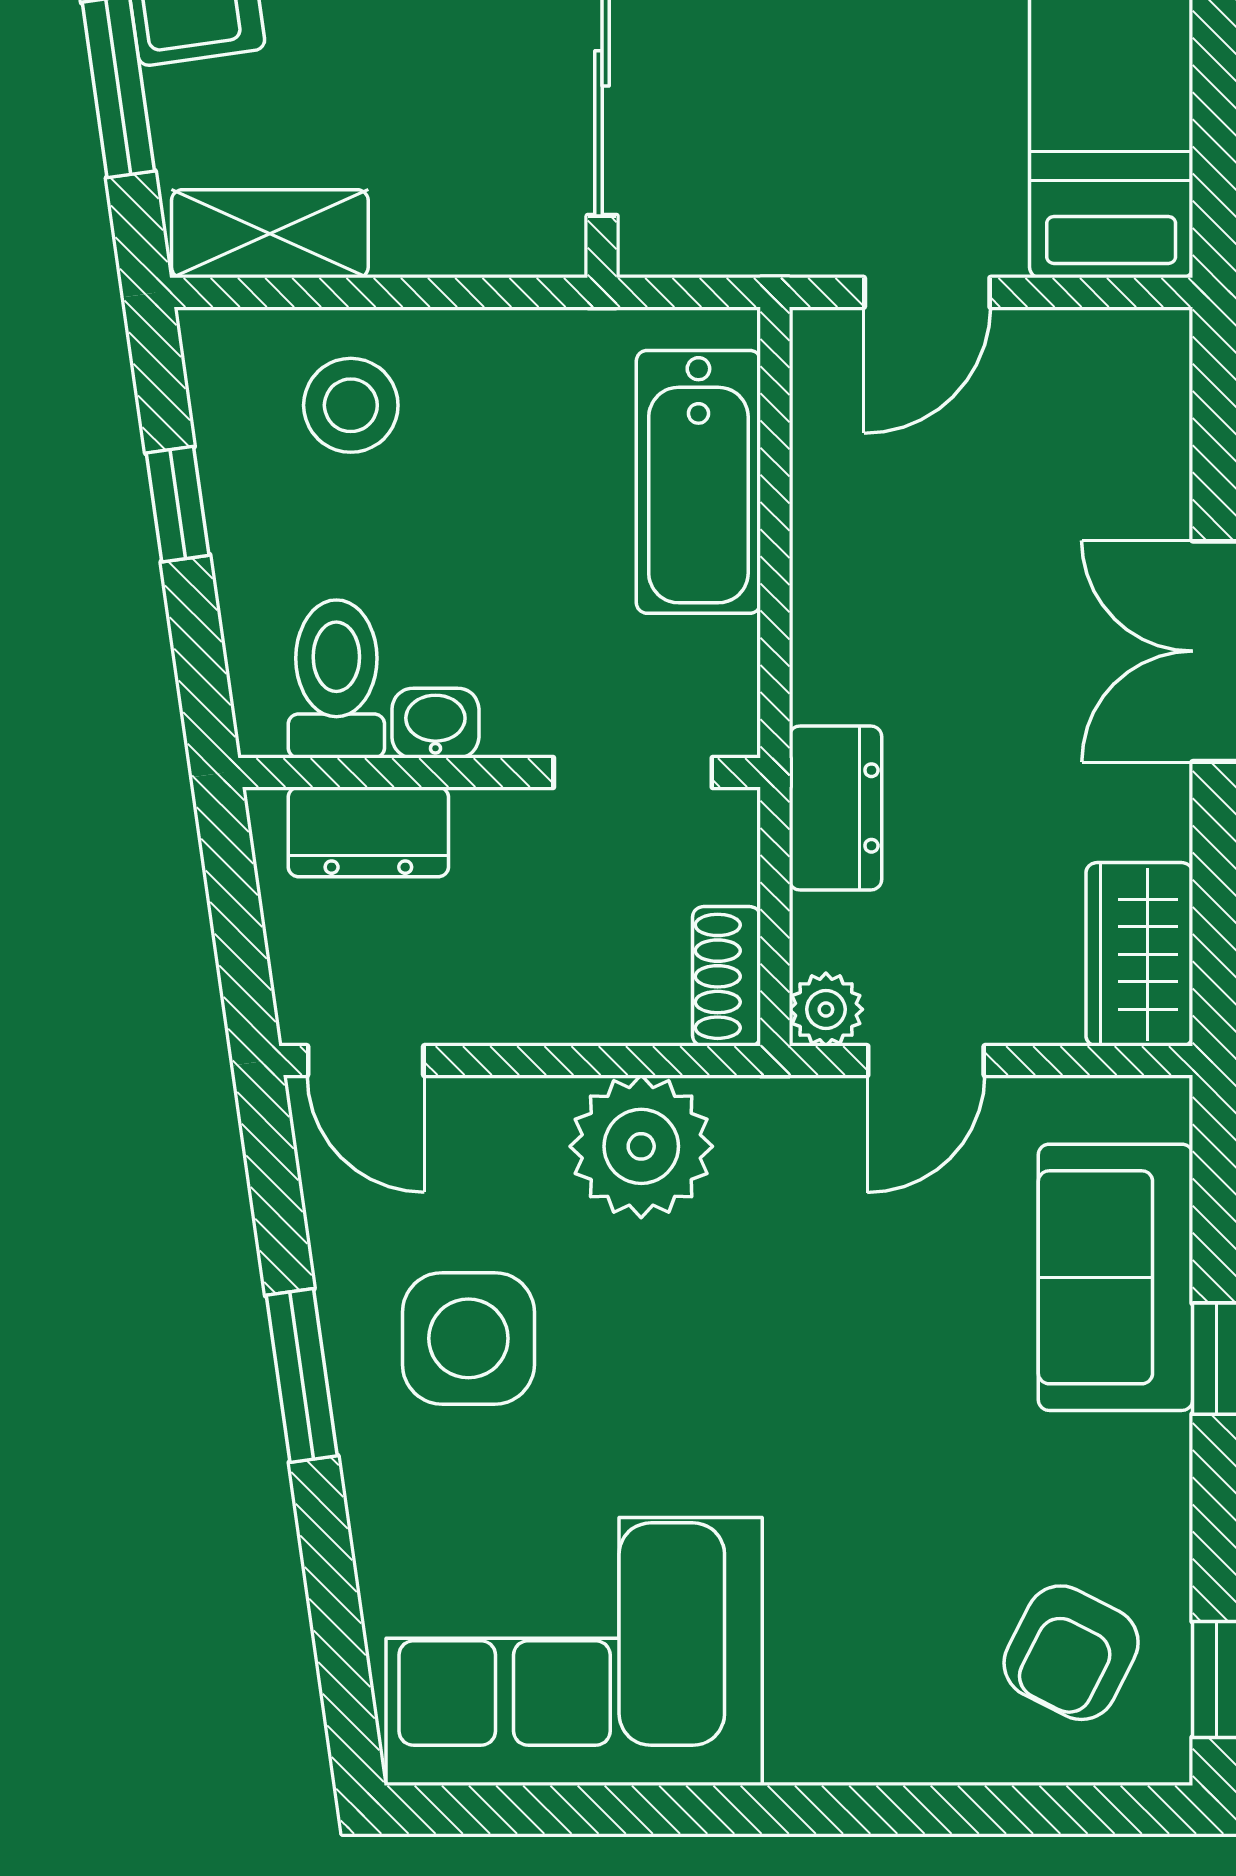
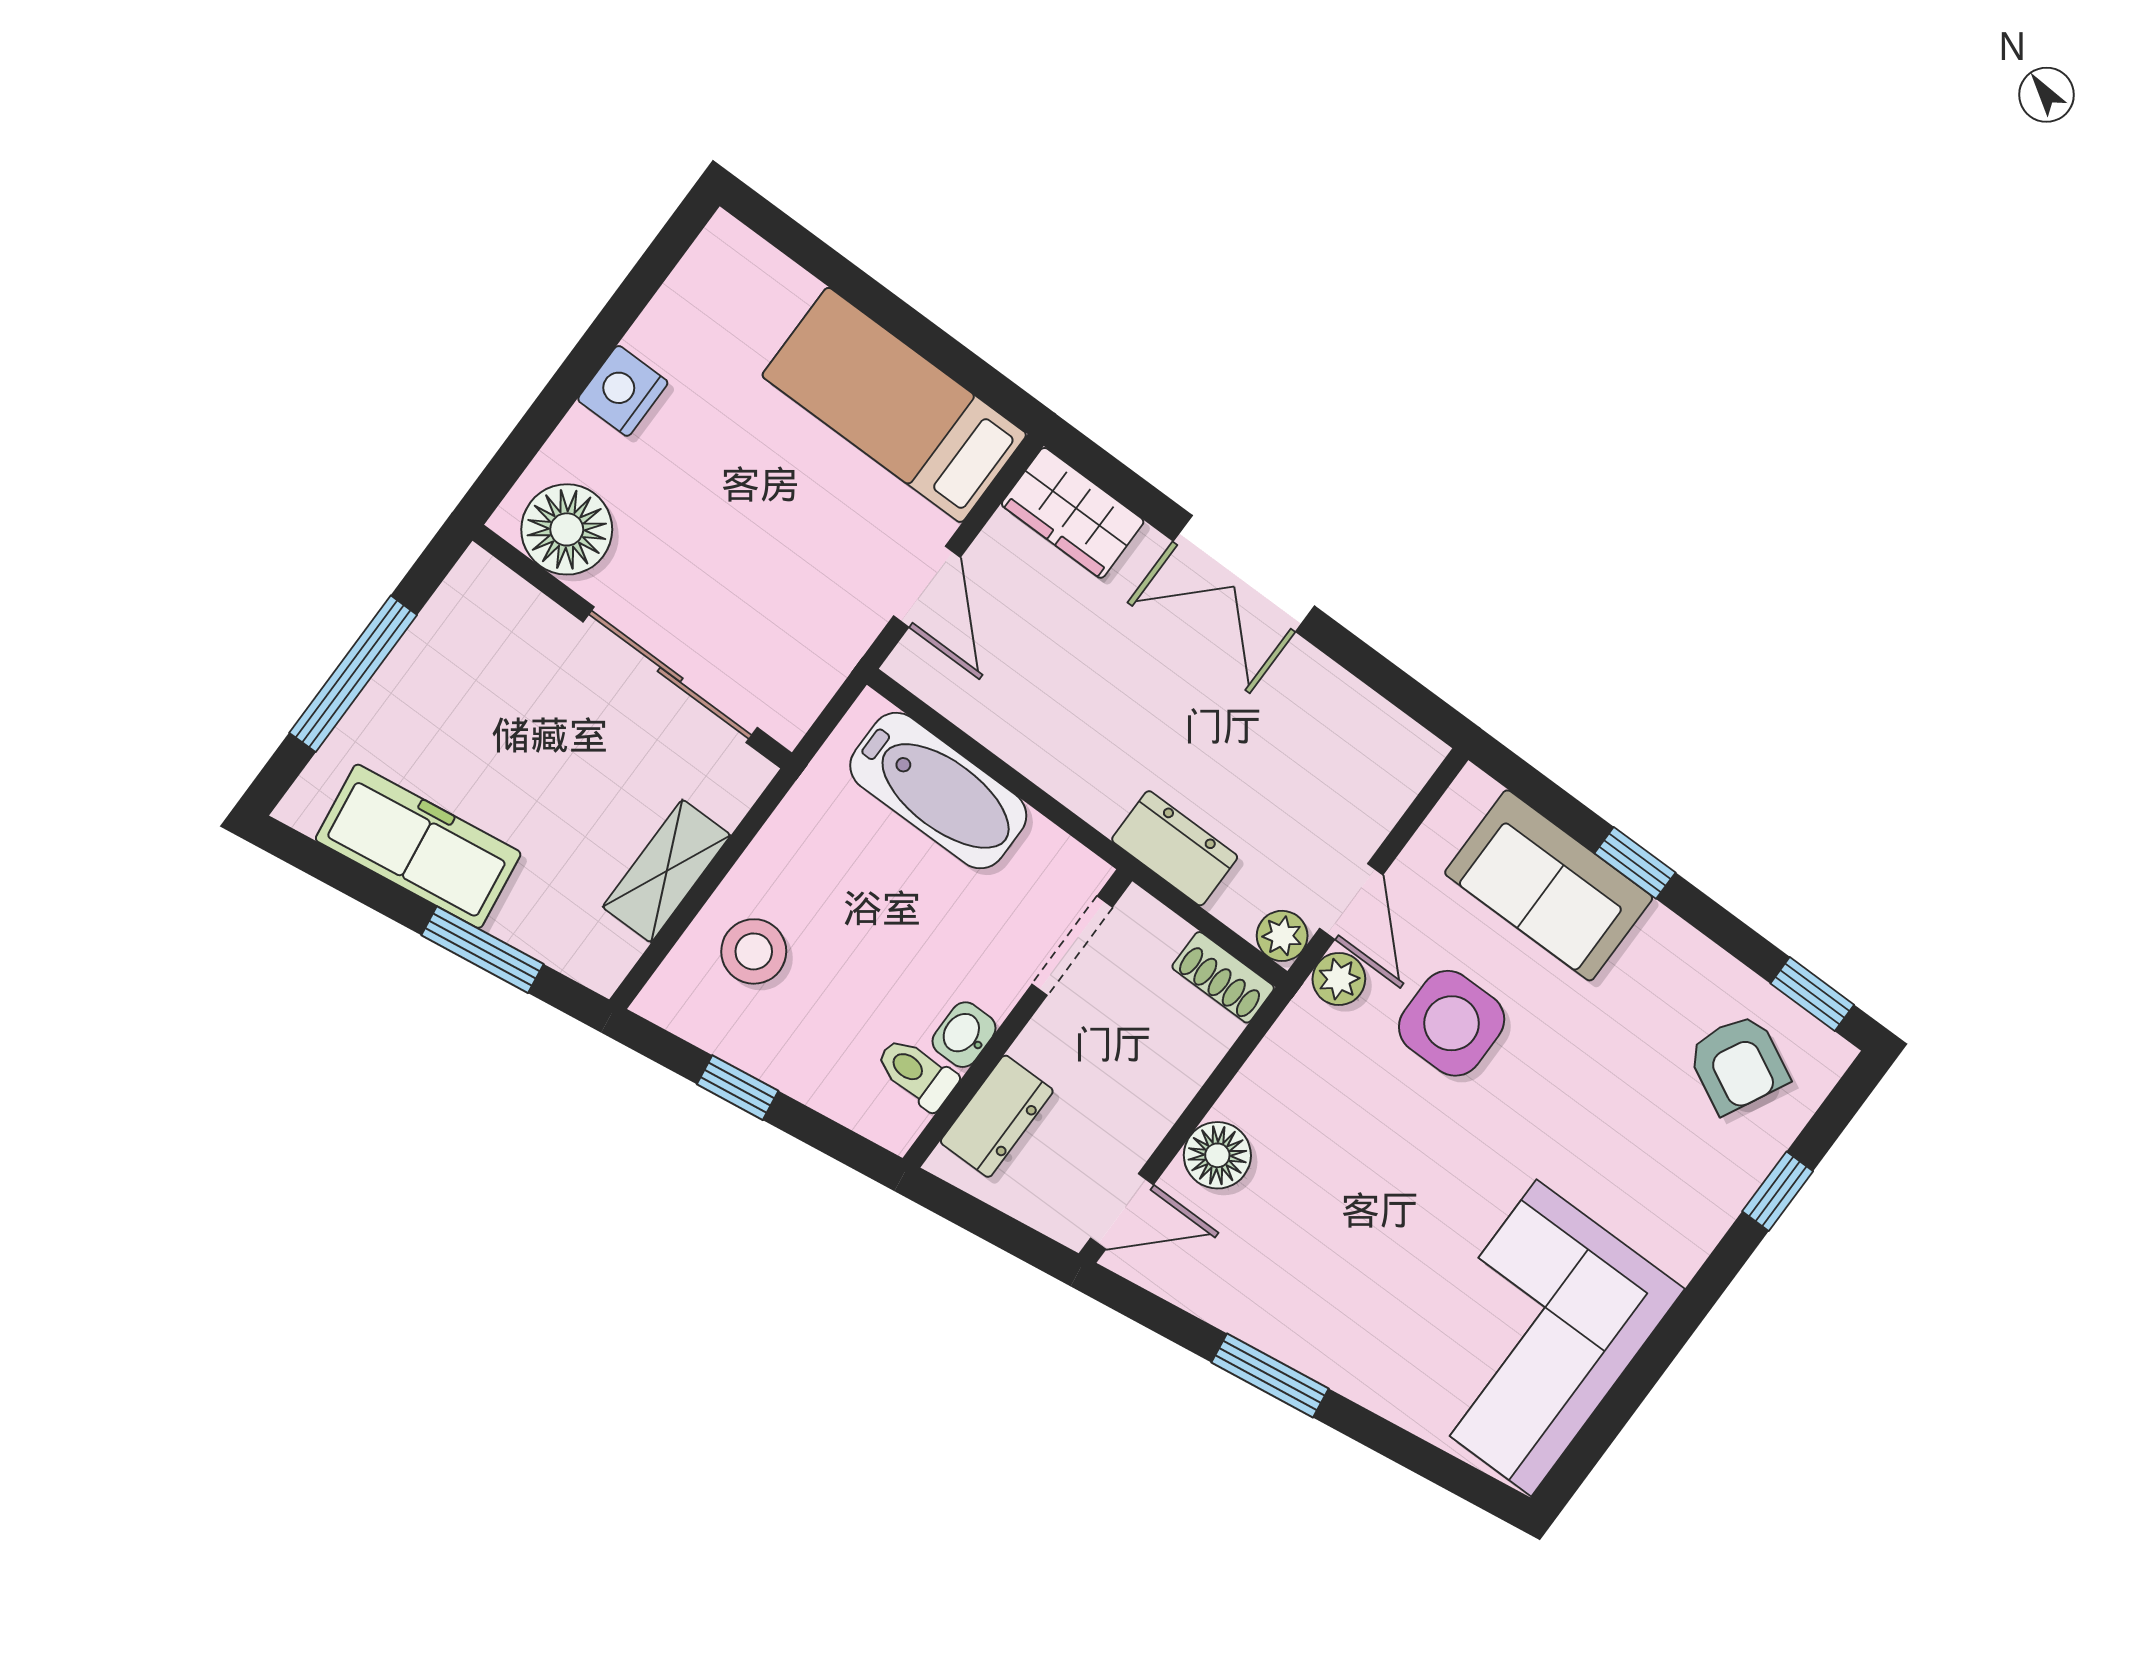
shelving: (270, 234) -> (667, 871), moved
toilet: (336, 679) -> (917, 1073), width x0.73, depth x0.72
wardrobe: (1139, 954) -> (1073, 513), moved
floor lamp: (514, 1124) -> (1217, 1155), added
plant: (641, 1146) -> (1339, 979), moved, width x0.53, depth x0.53
side table: (468, 1338) -> (1452, 1023), moved
window: (956, 1810) -> (1778, 1191), added

